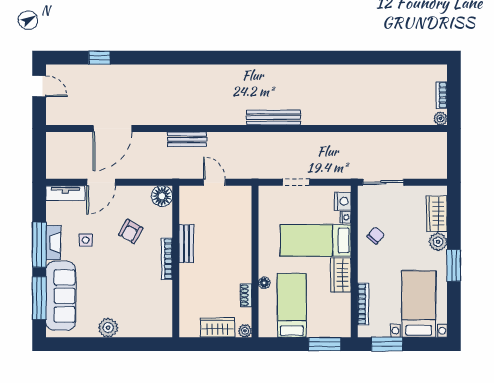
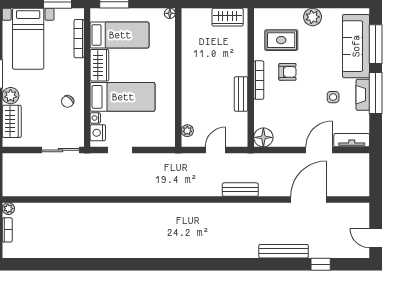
bench: (273, 117) -> (284, 251), moved
door: (214, 182) -> (215, 150), swing flipped
doorway: (296, 182) -> (120, 150), moved
armchair: (131, 231) -> (287, 72), moved, turned 60
floor lamp: (264, 283) -> (170, 13), moved
shoe rack: (246, 295) -> (186, 47), removed
rug: (142, 302) -> (281, 40), added
bed: (292, 305) -> (120, 35), moved, turned -90
wardrobe: (218, 328) -> (228, 17), moved
plant: (245, 331) -> (187, 131), moved

